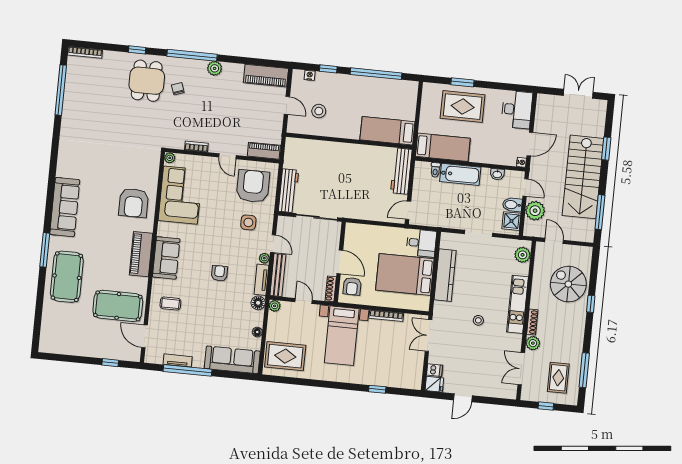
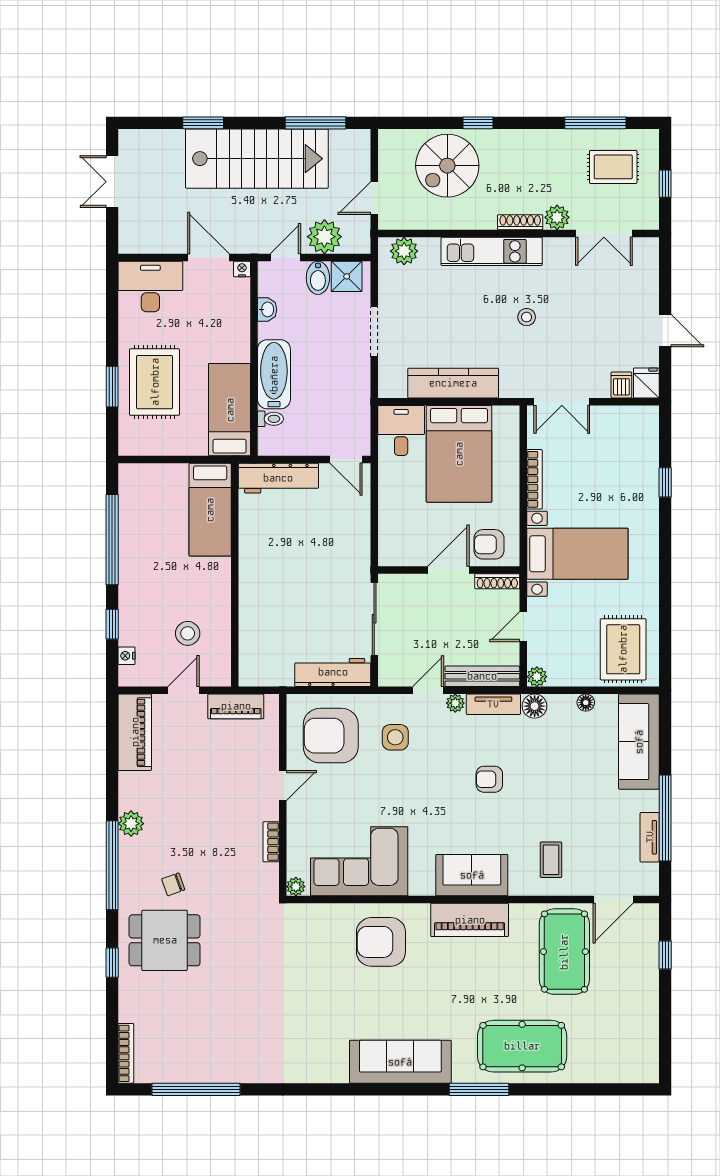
piano: (264, 151) -> (236, 706), moved, turned -90
armchair: (134, 203) -> (381, 942), turned 180
armchair: (352, 286) -> (489, 544), turned 180

